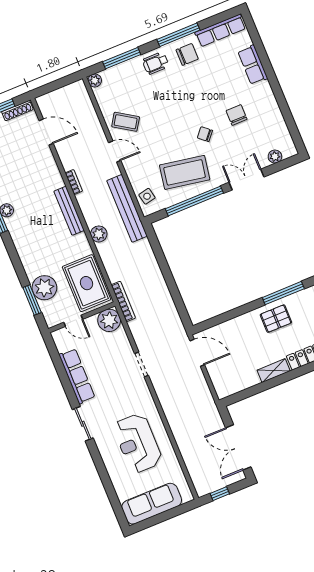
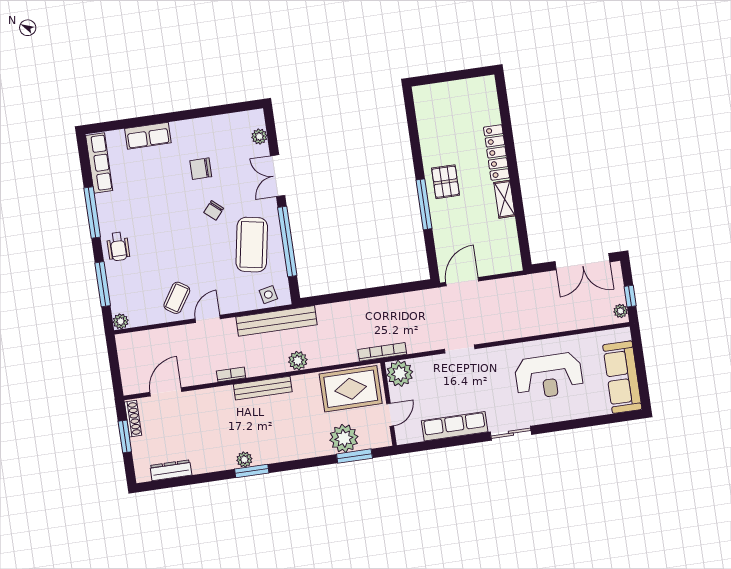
chair: (187, 54) -> (117, 208), removed
window: (283, 293) -> (424, 204), moved
plant: (206, 489) -> (621, 311), added

